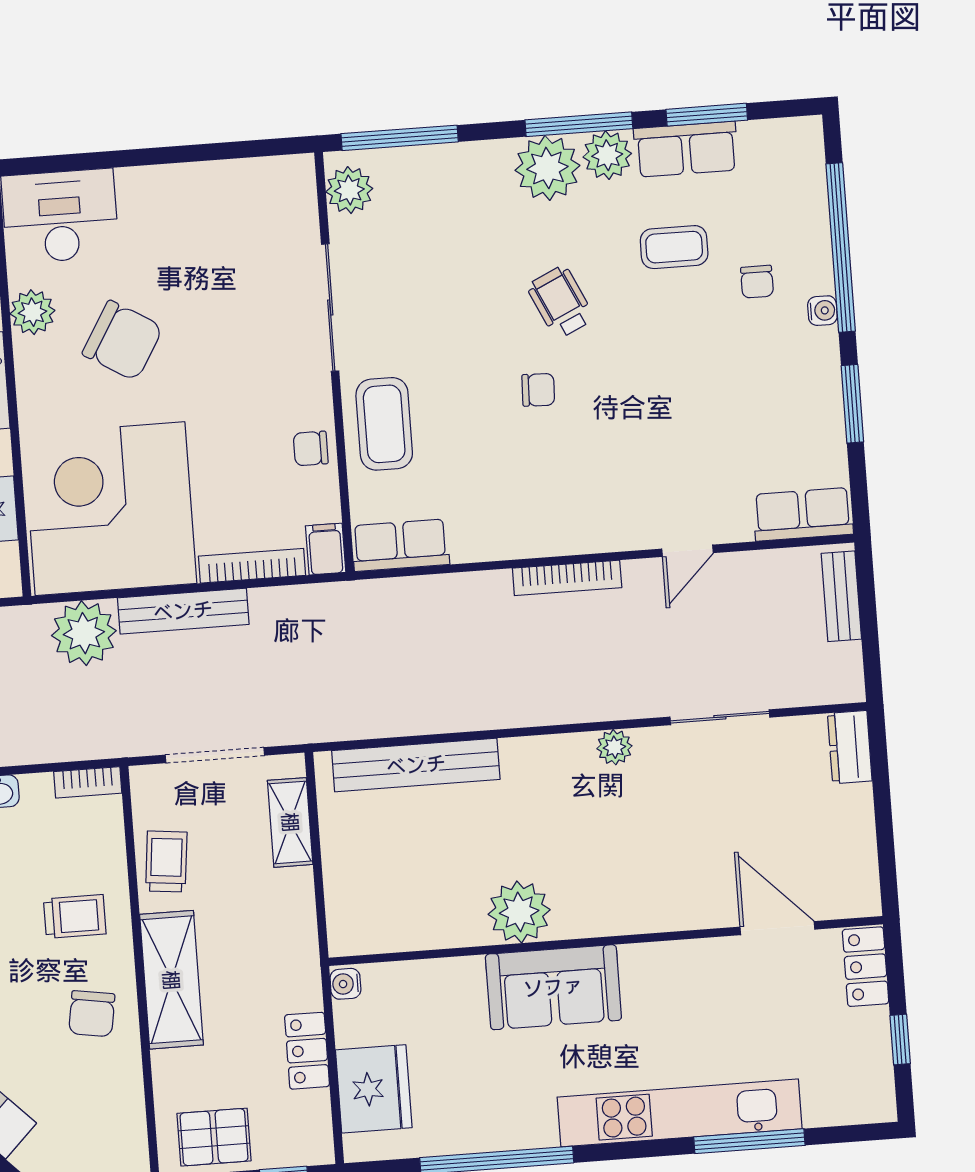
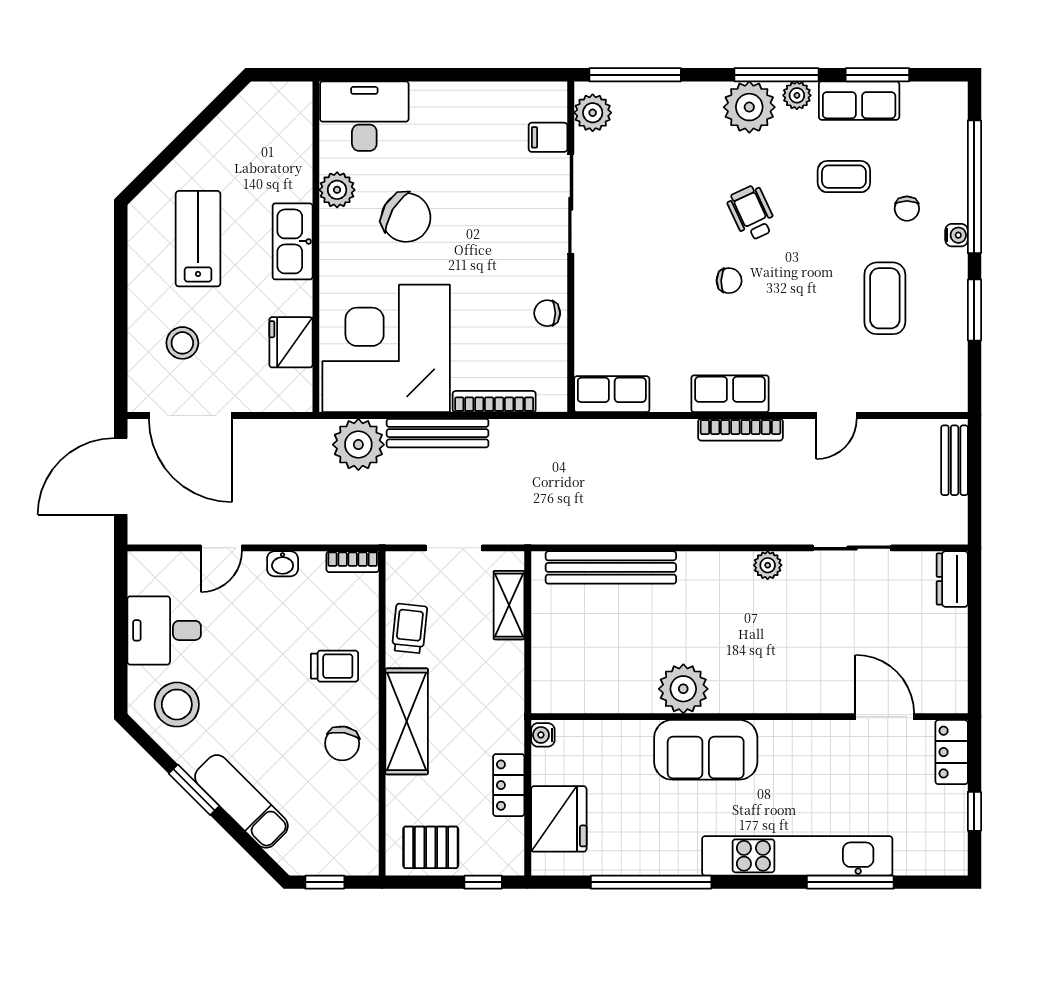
plant: (607, 155) -> (797, 95), width x0.73, depth x0.73
coffee table: (384, 424) -> (885, 298), moved
row of seats: (803, 514) -> (730, 394), moved
filing cabinet: (326, 549) -> (548, 137), moved, turned -90
doorway: (215, 755) -> (454, 548), width x0.73

